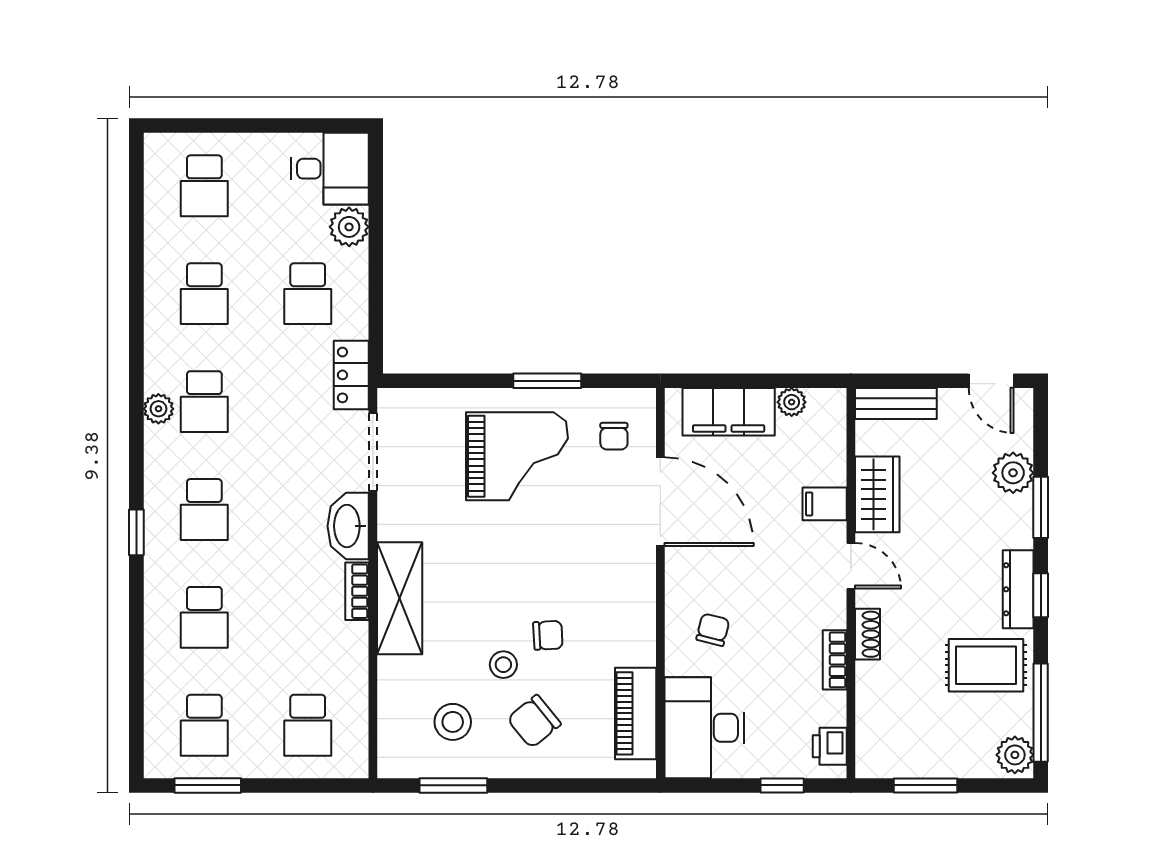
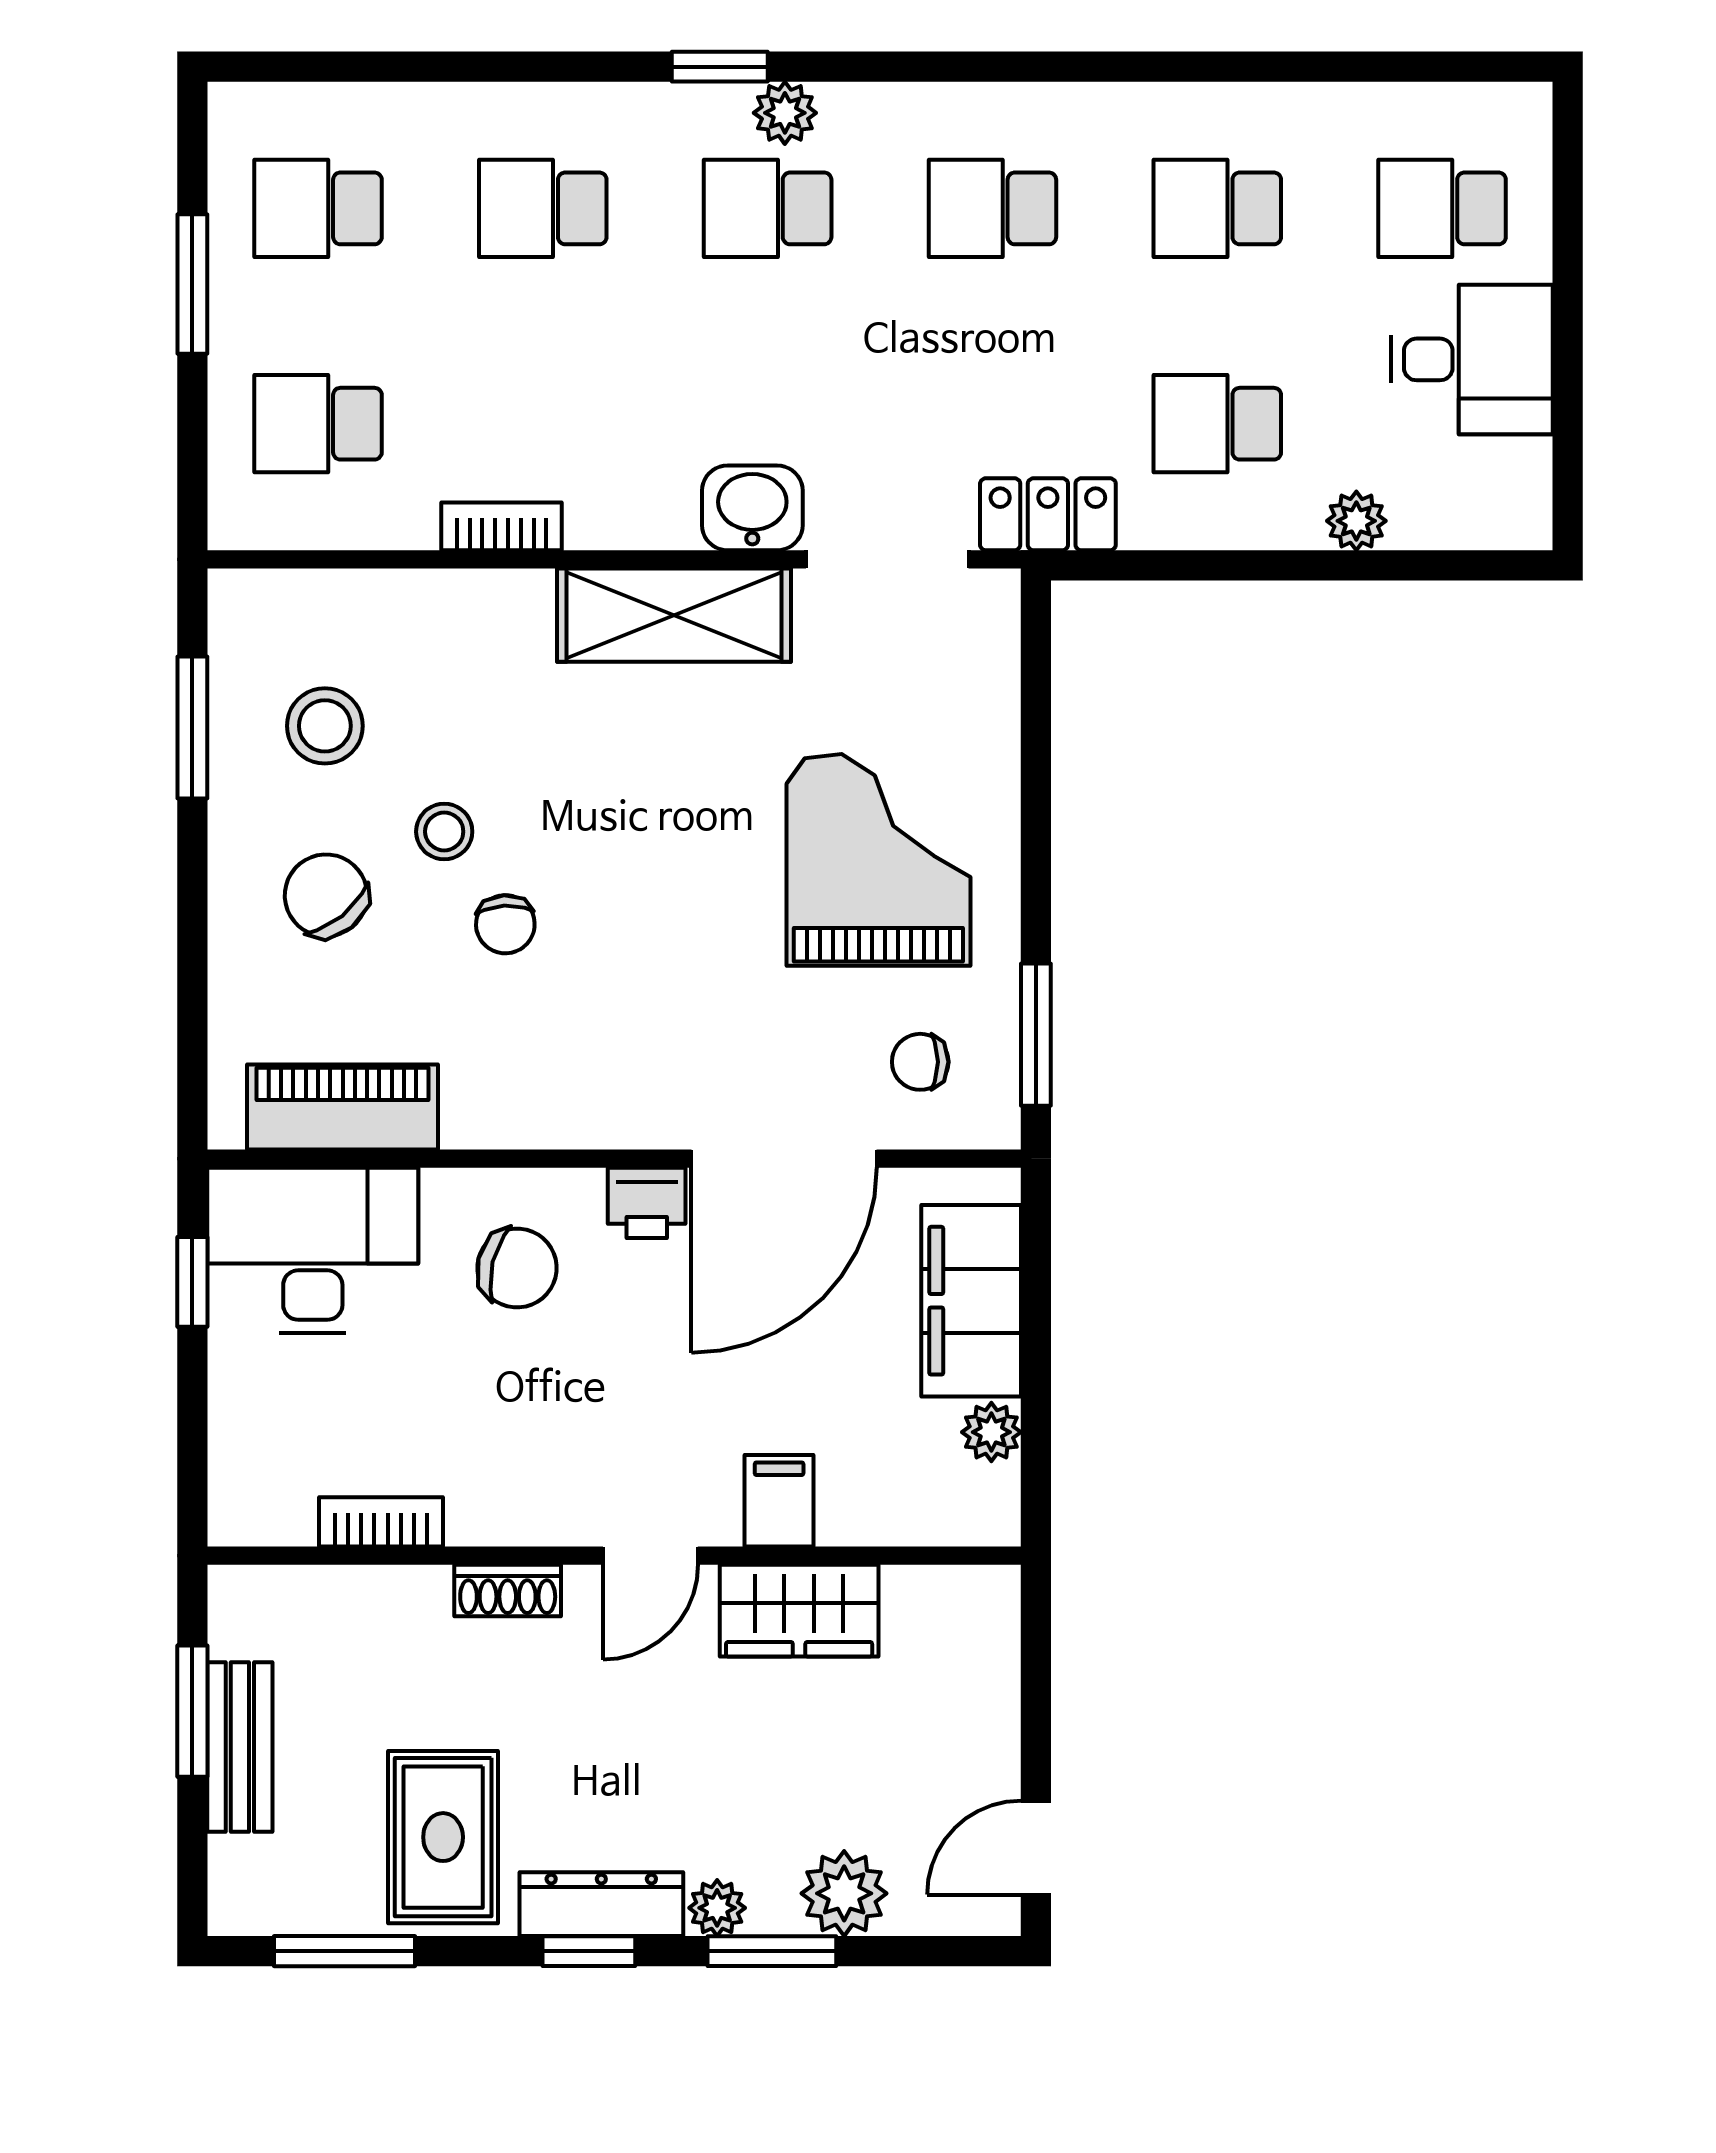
desk: (330, 169) -> (1472, 359), moved, turned -90
plant: (349, 227) -> (1356, 521), width x0.73, depth x0.73
window: (547, 381) -> (1036, 1035), moved
bench: (896, 403) -> (240, 1747), moved
plant: (158, 409) -> (785, 113), moved
grand piano: (517, 456) -> (878, 860), turned 180
washbasin: (348, 526) -> (752, 508), width x0.72
bookcase: (357, 591) -> (502, 526), moved
shelving: (400, 598) -> (674, 615), moved
chair: (713, 630) -> (517, 1268), width x1.37, depth x1.37
bookcase: (835, 660) -> (381, 1522), moved
window: (1041, 713) -> (344, 1951), width x0.69
printer: (830, 746) -> (647, 1203), moved, turned 180
plant: (1015, 755) -> (717, 1908), moved, width x0.73, depth x0.73
window: (208, 785) -> (192, 284), moved
window: (782, 785) -> (192, 1282), moved

